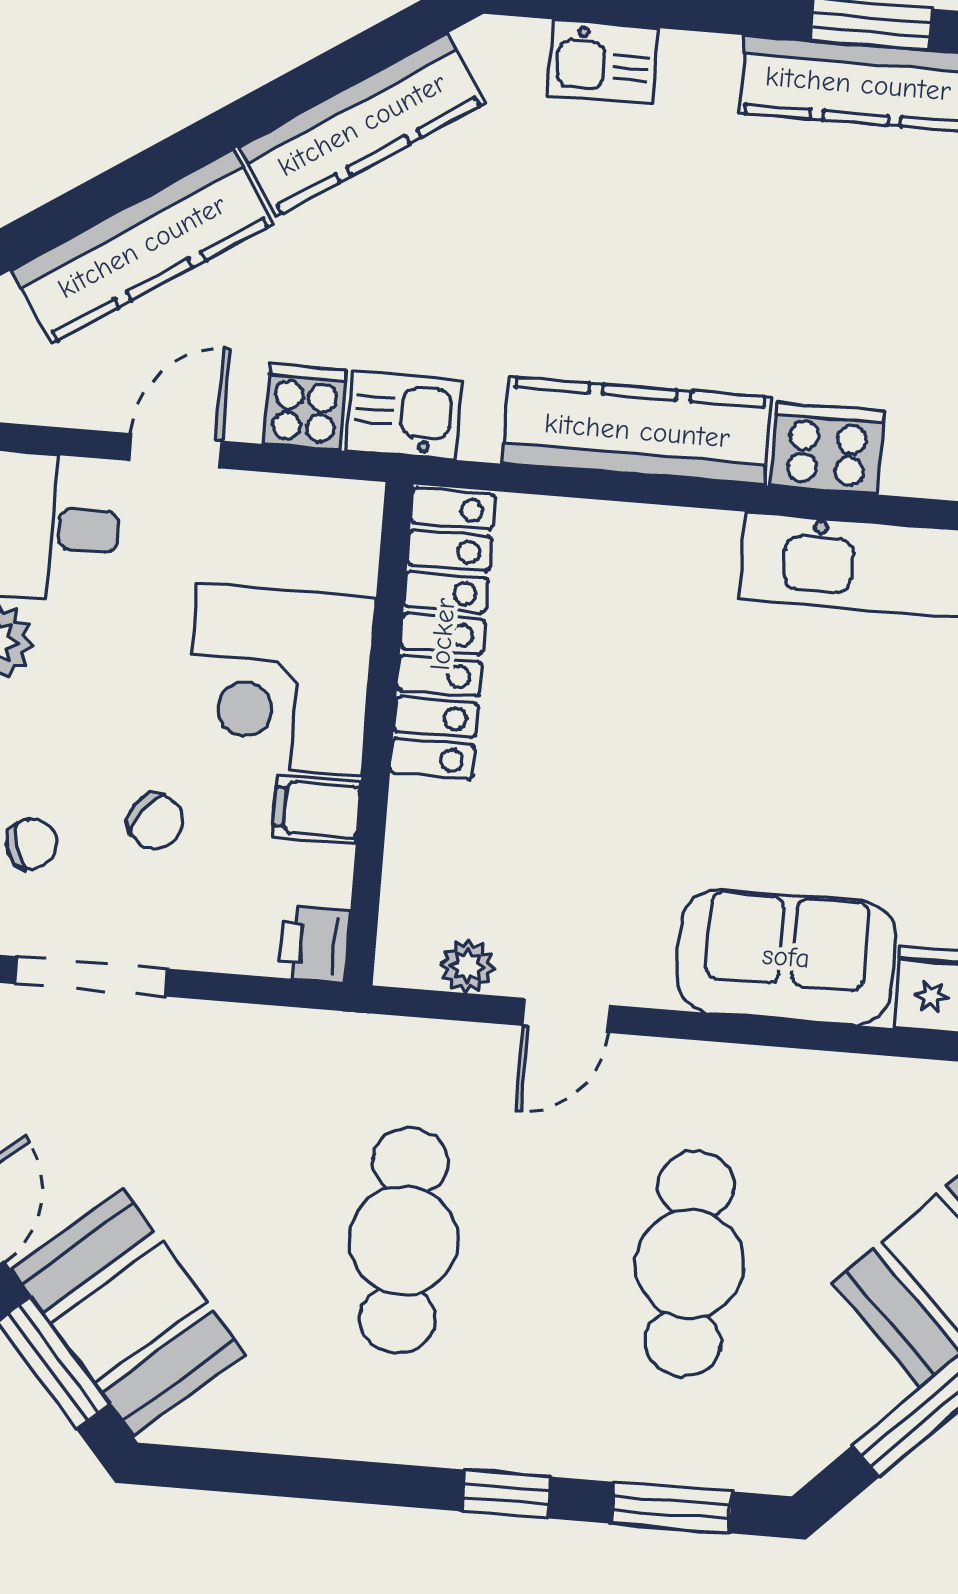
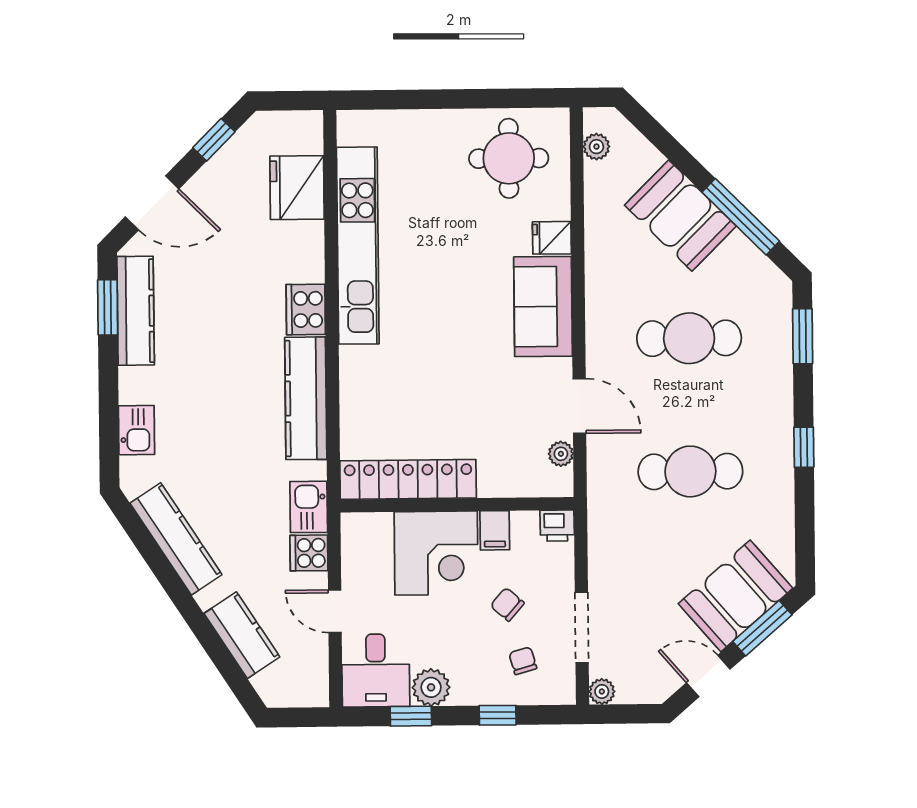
kitchen counter: (142, 247) -> (242, 635), width x0.67
chair: (155, 822) -> (507, 604), turned -85
door: (566, 1015) -> (579, 406), width x1.38
window: (506, 1494) -> (804, 447), moved

